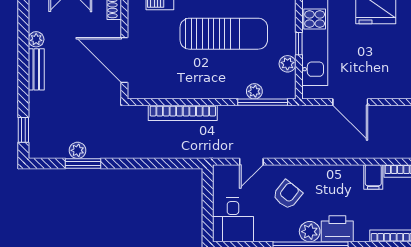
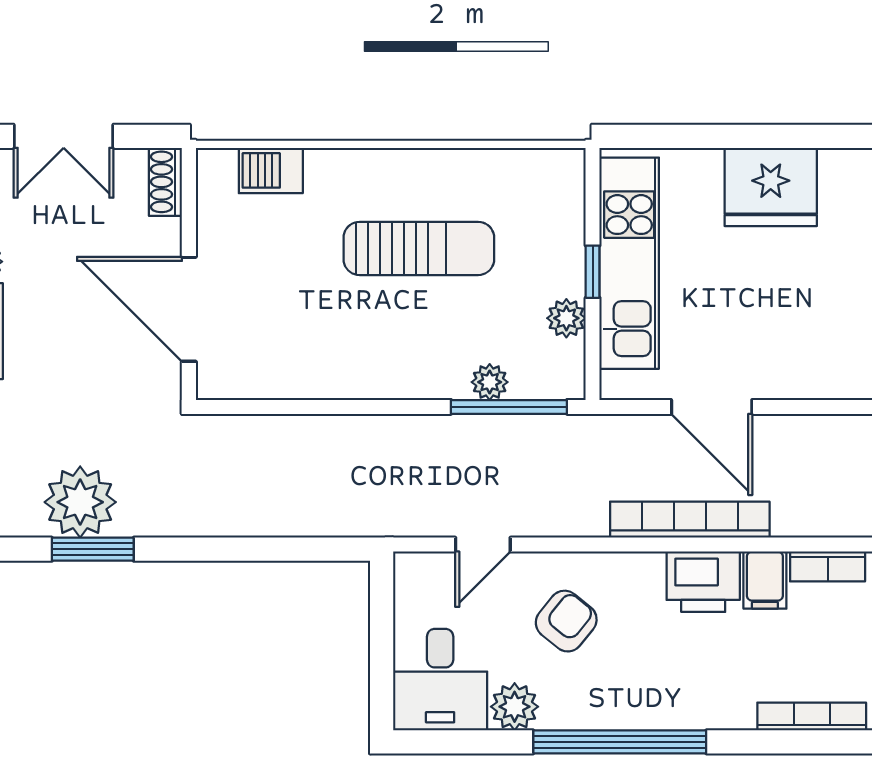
sun lounger: (224, 34) -> (419, 248), width x0.73, depth x0.75
bookcase: (183, 113) -> (690, 520), moved, turned 180
plant: (78, 150) -> (80, 502), width x1.88, depth x1.88
printer: (337, 229) -> (703, 582), moved, turned 180
plant: (310, 232) -> (515, 707), moved

